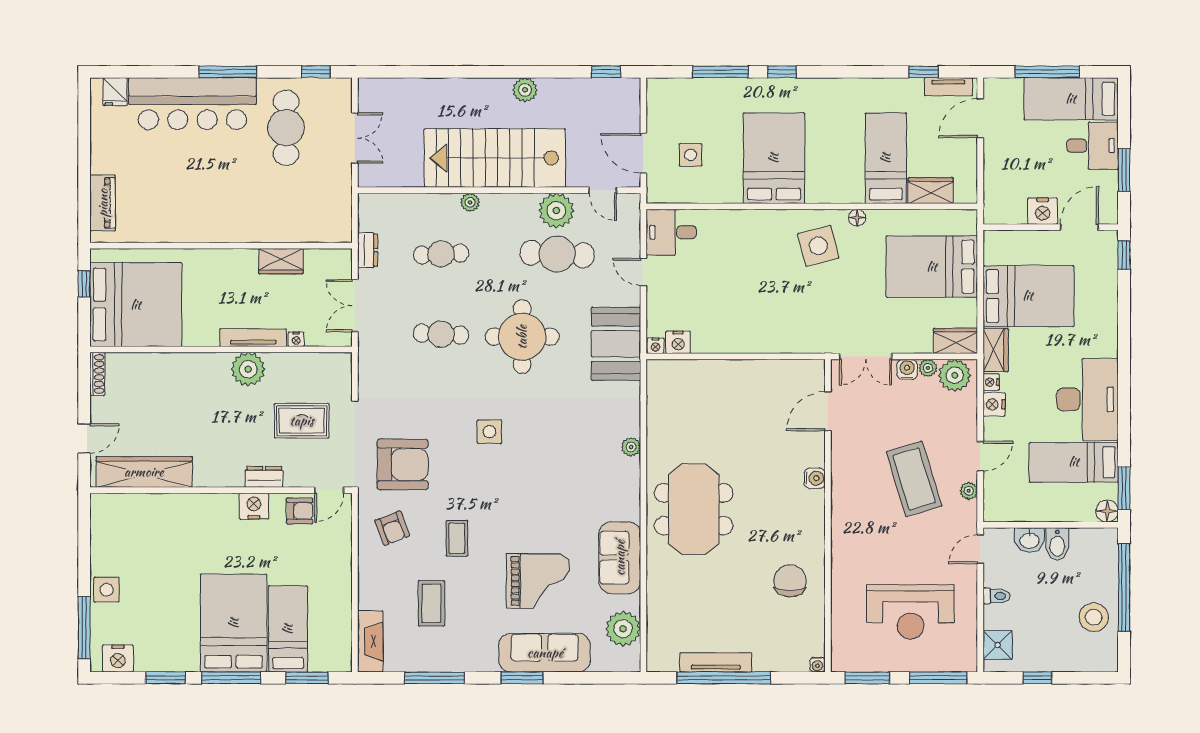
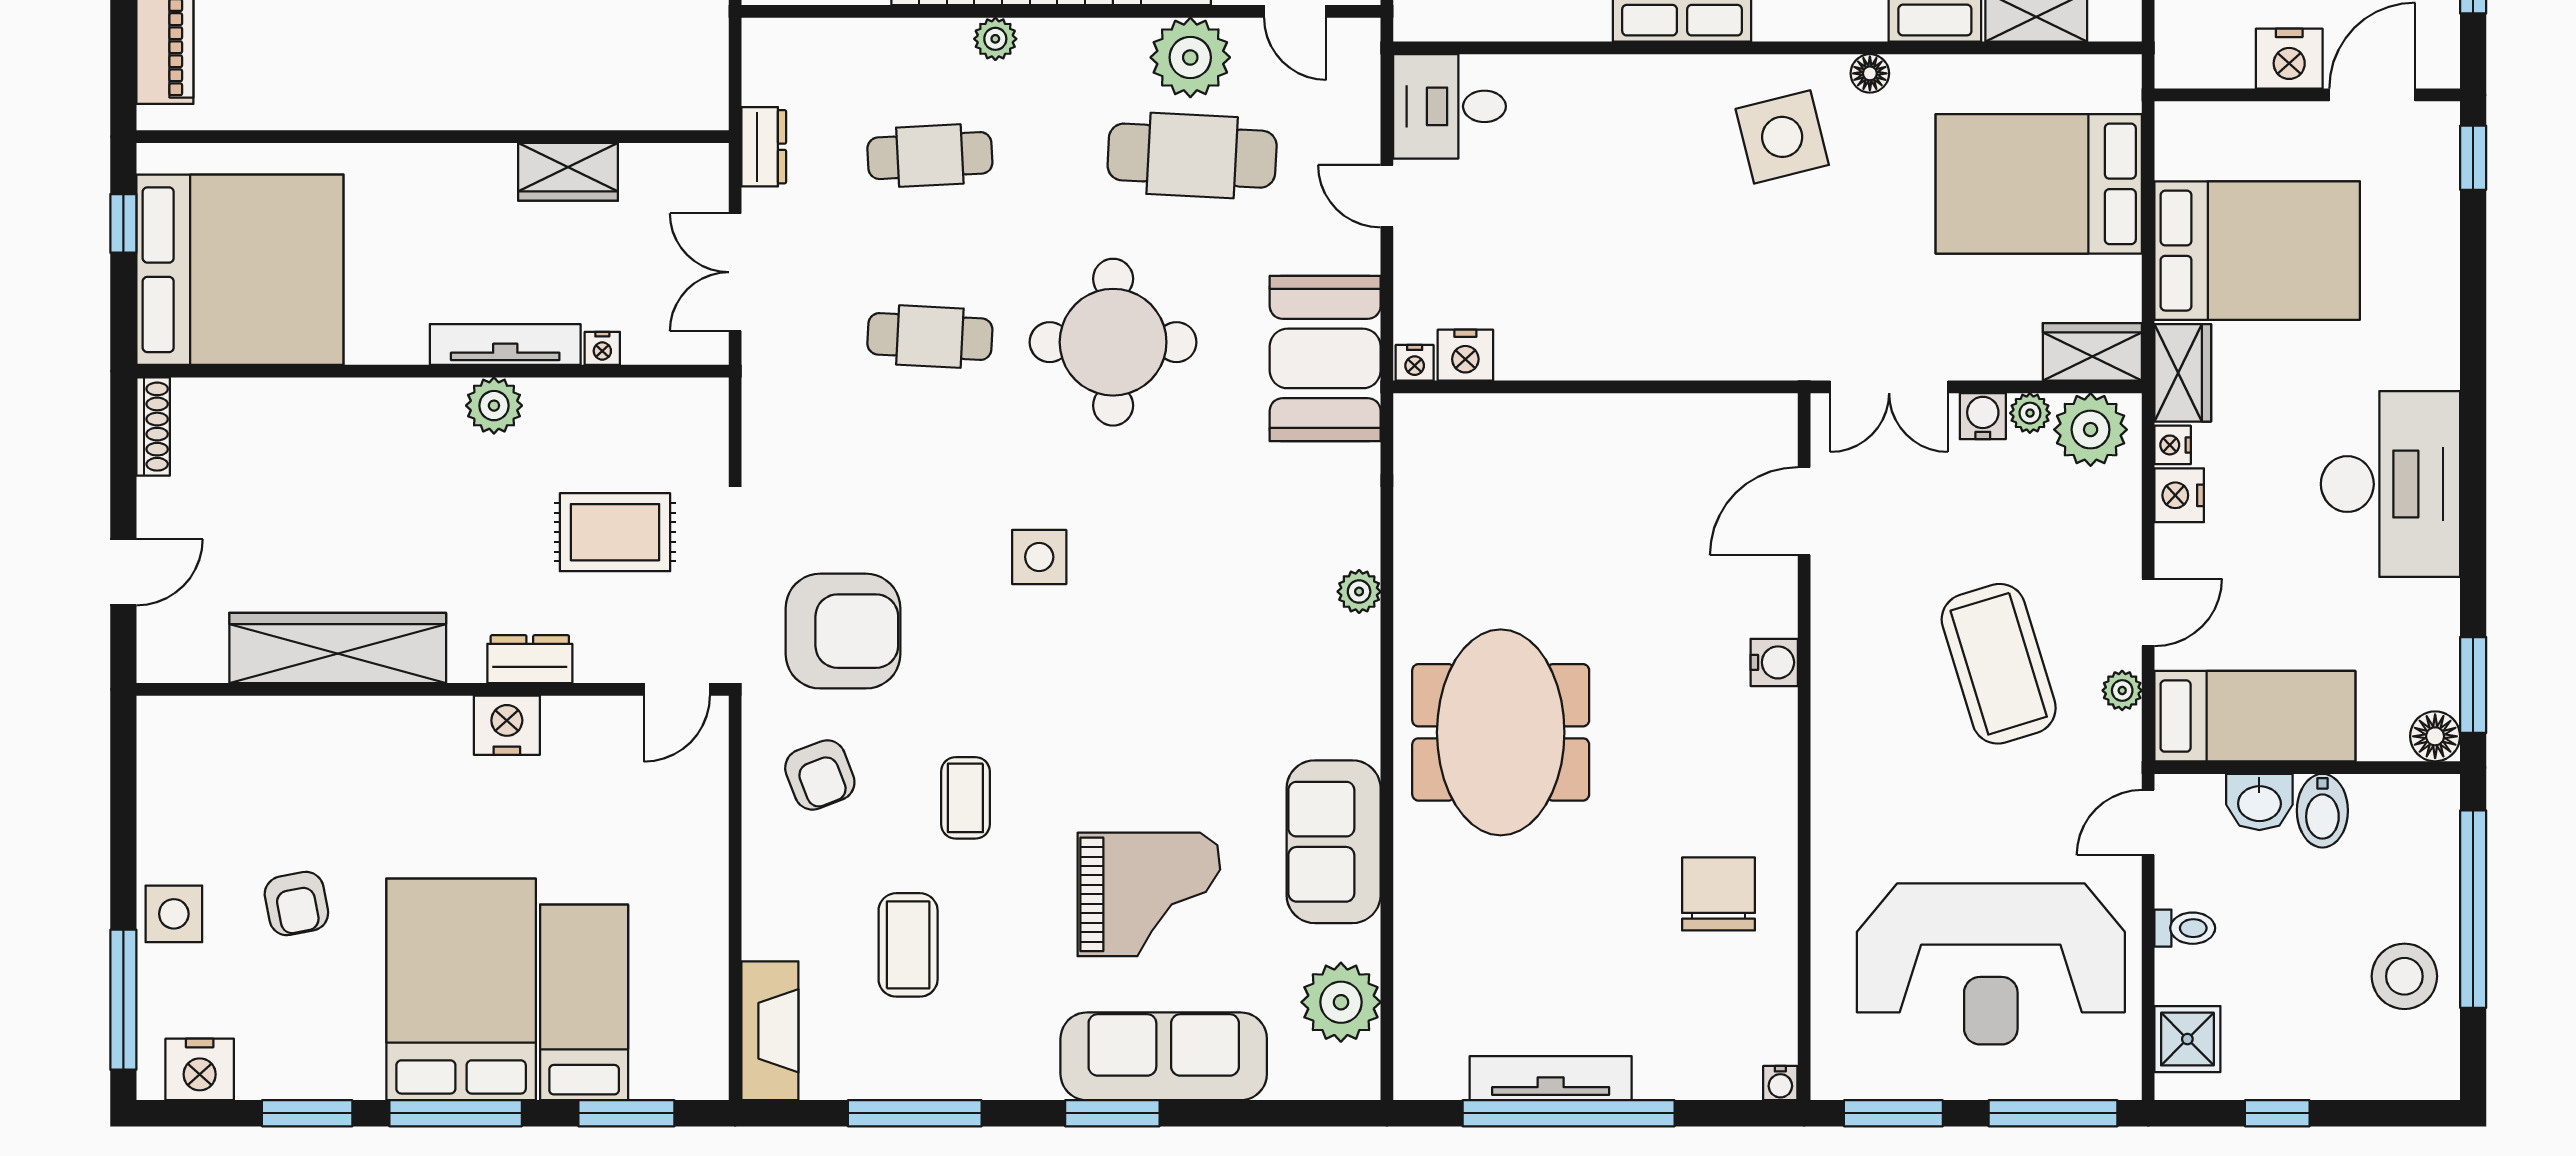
plant: (248, 369) -> (494, 406), width x0.73, depth x0.73
bed: (1074, 462) -> (2255, 716), moved, turned 180
wardrobe: (144, 472) -> (338, 648), moved
armchair: (300, 511) -> (296, 904), moved, turned 79
reception desk: (911, 612) -> (1991, 964), width x1.36, depth x1.30

